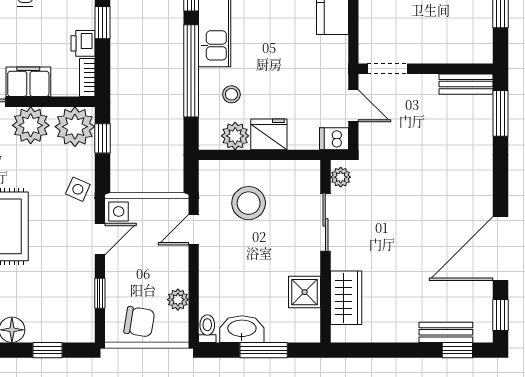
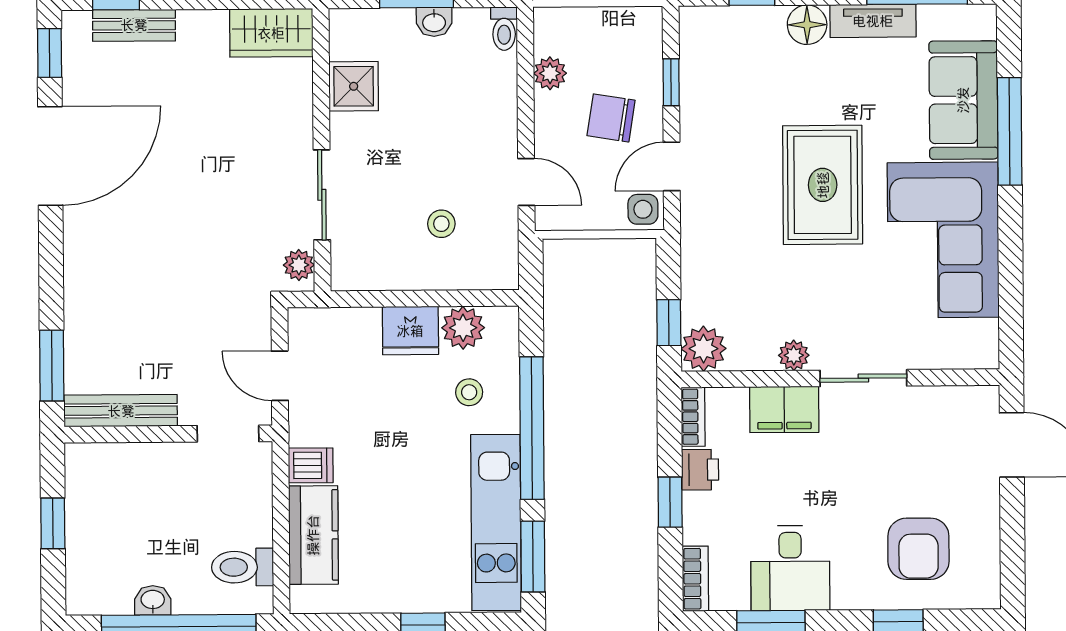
bench: (466, 84) -> (121, 411), width x1.36
plant: (31, 125) -> (794, 355), width x0.53, depth x0.53
plant: (75, 127) -> (704, 349), width x0.73, depth x0.73
dishwasher: (334, 139) -> (311, 465), moved
side table: (78, 189) -> (706, 243), removed
stool: (249, 203) -> (441, 224), width x0.53, depth x0.53
door: (194, 230) -> (526, 182), hinge flipped
wardrobe: (346, 298) -> (271, 33), moved, turned -90
chair: (139, 322) -> (611, 118), moved
washbasin: (242, 329) -> (434, 22), width x0.52, depth x0.69

